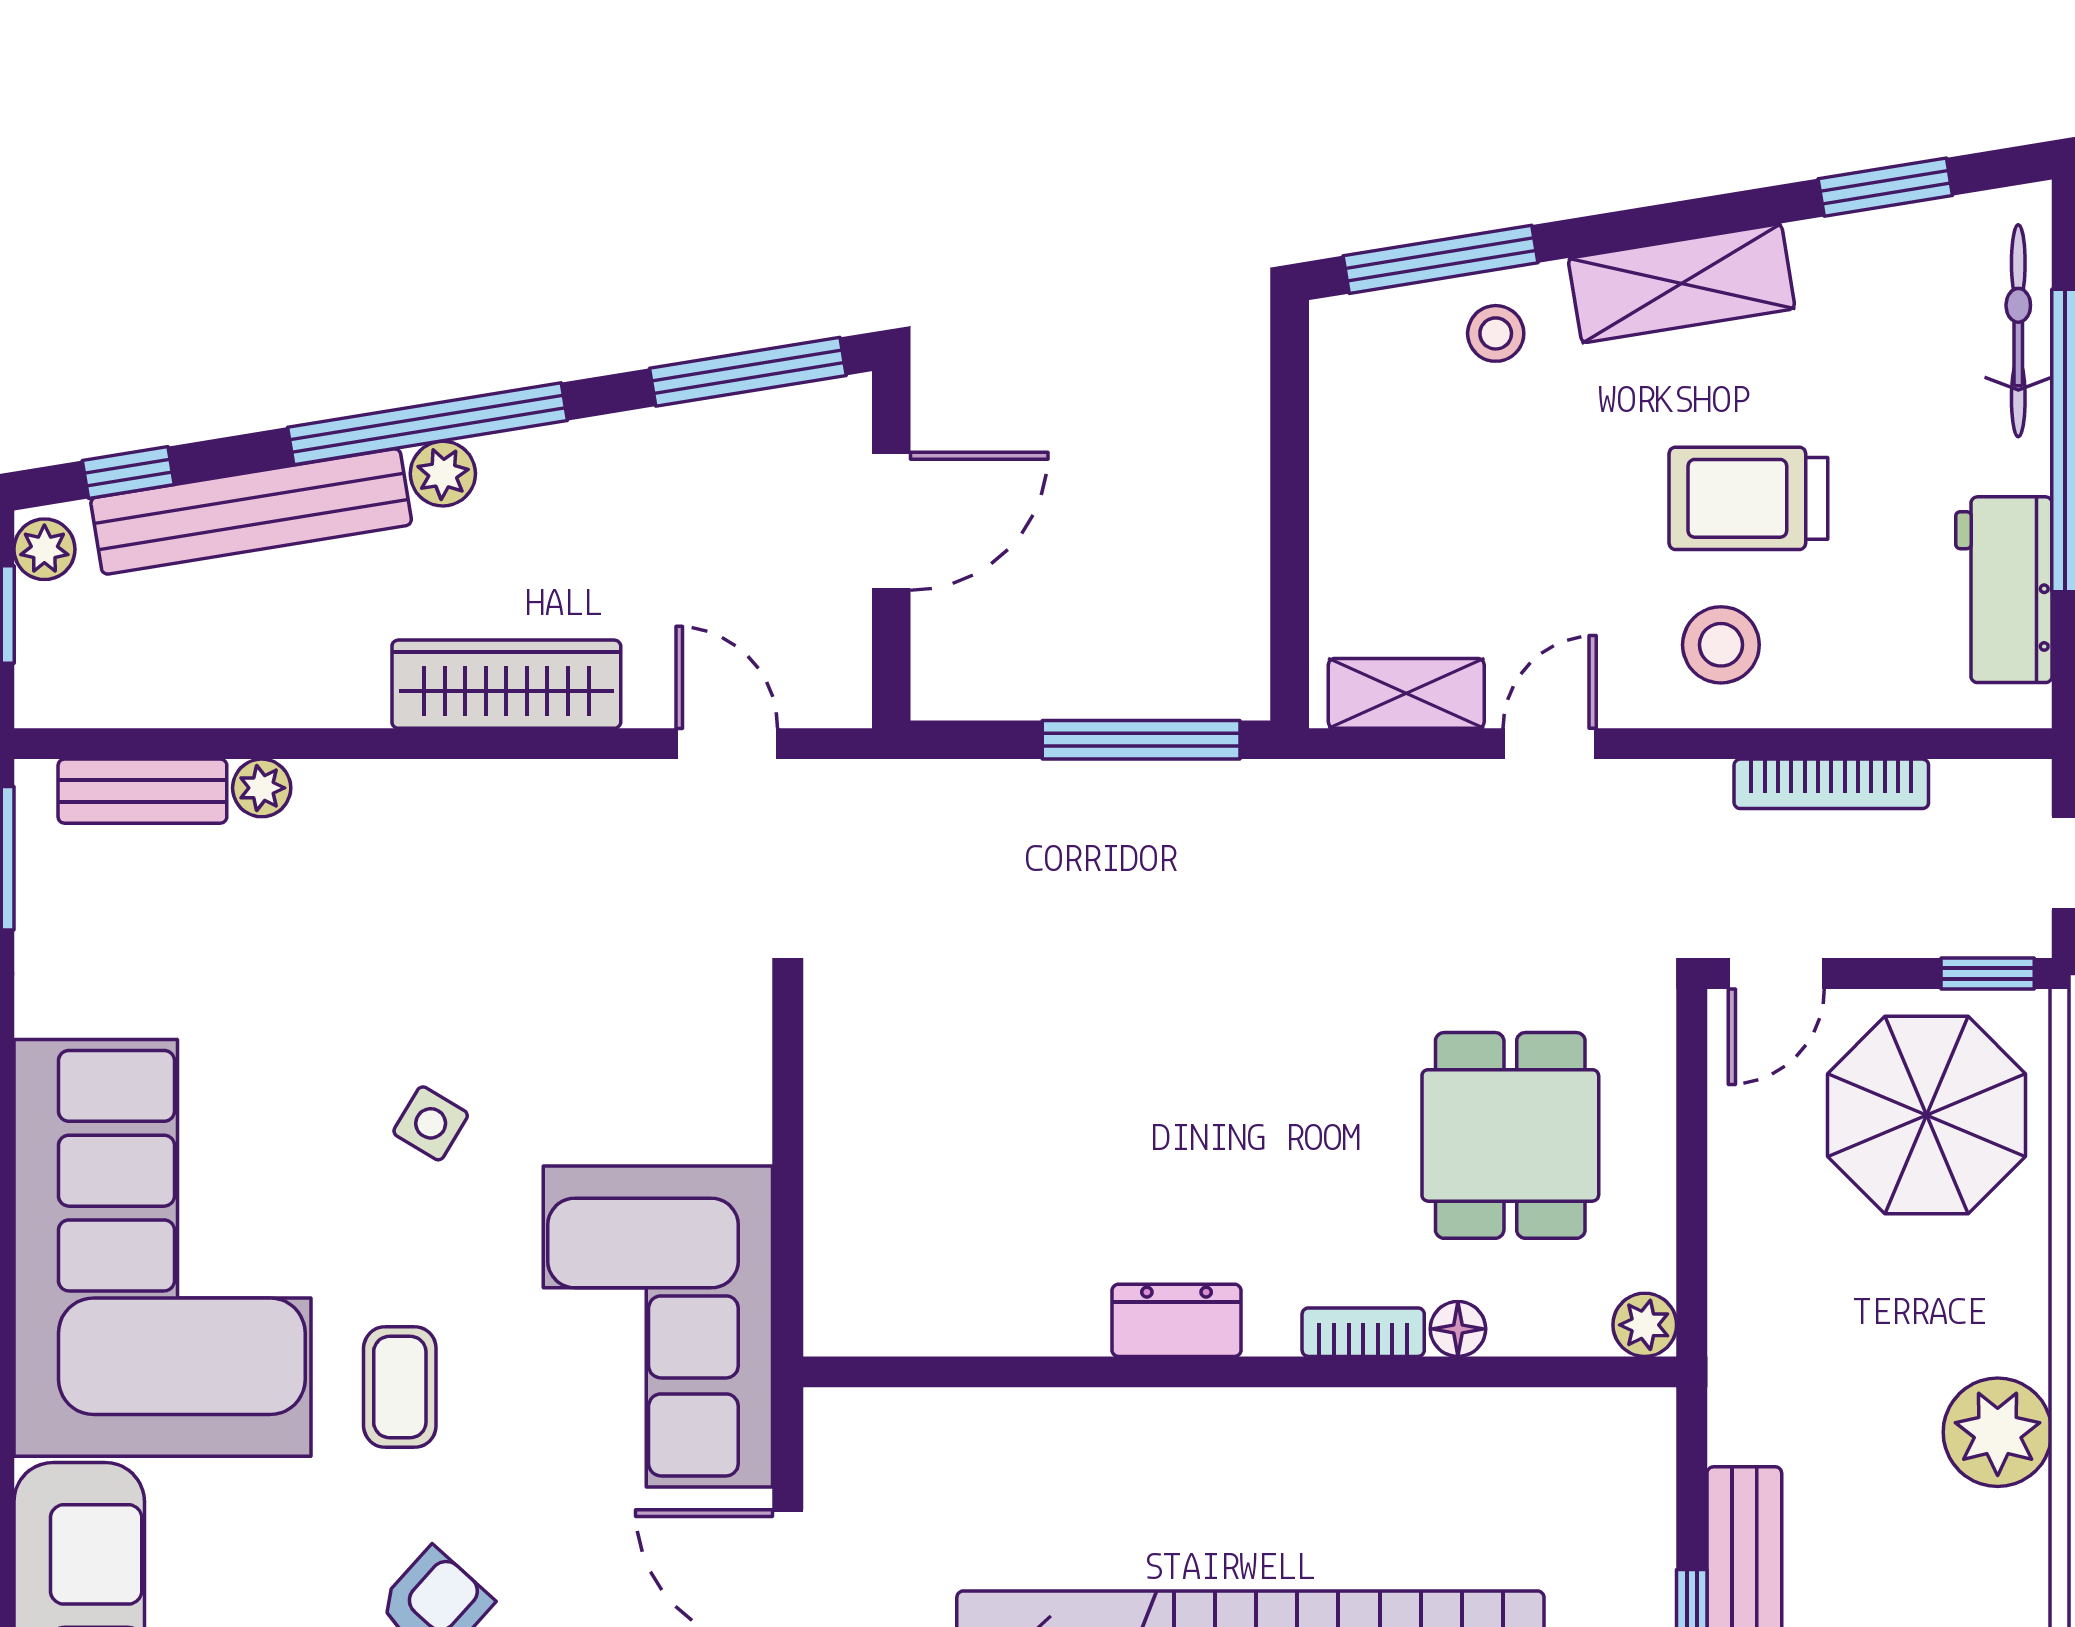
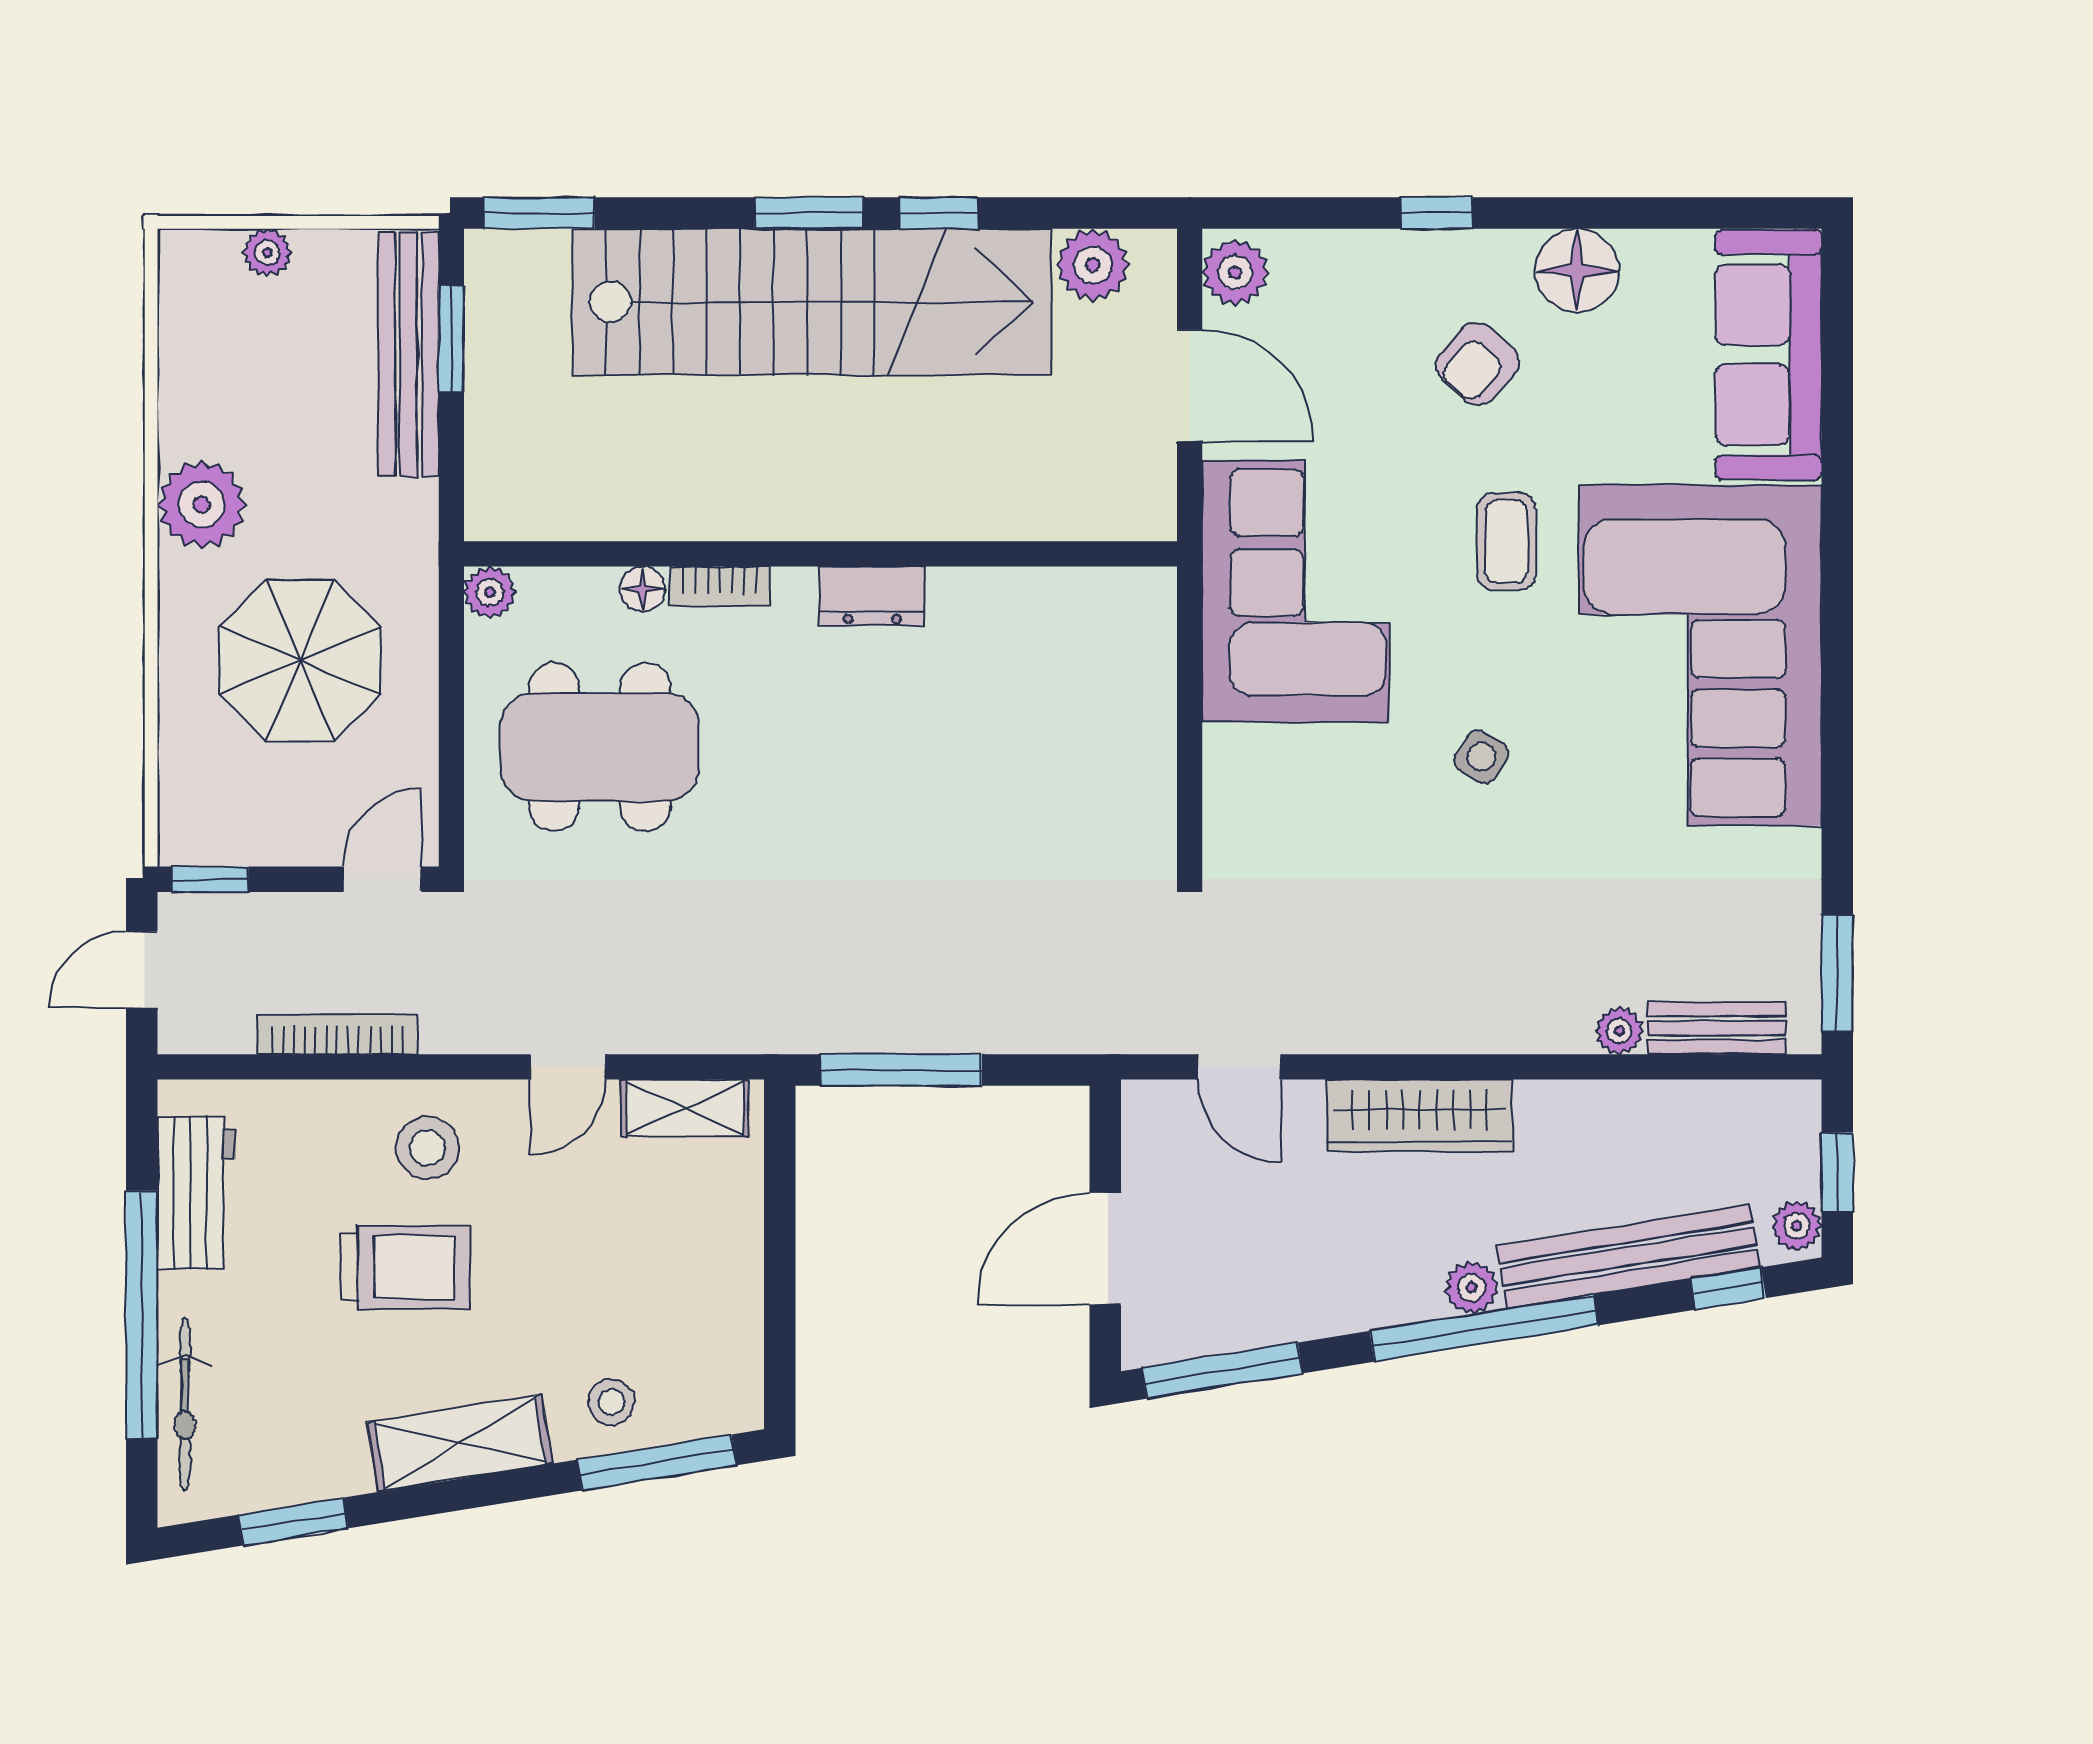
parasol: (1926, 1115) -> (300, 660), moved
dining table: (1510, 1135) -> (600, 747), width x1.38

